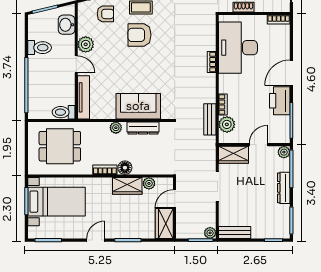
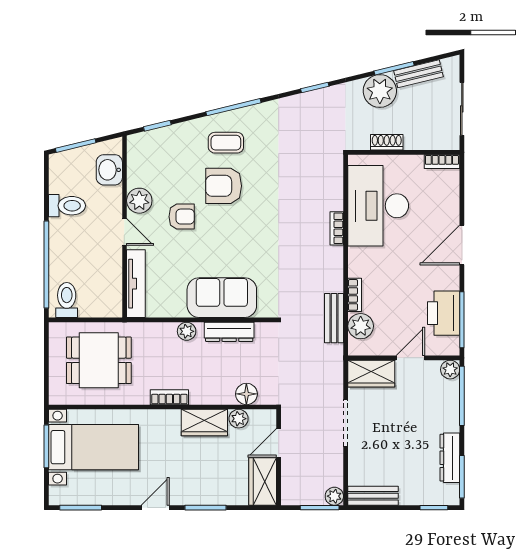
armchair: (105, 14) -> (182, 217), moved
printer: (280, 101) -> (444, 313), moved
toilet: (64, 112) -> (67, 300), moved, turned 90
floor lamp: (125, 168) -> (246, 394), moved
dresser: (284, 188) -> (450, 458), moved

